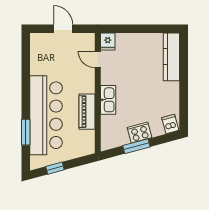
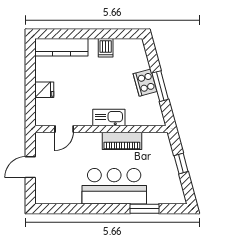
fridge: (108, 41) -> (44, 90), moved
bar counter: (46, 115) -> (114, 186), width x0.73
dishwasher: (170, 124) -> (106, 48), moved, turned -75
window: (55, 168) -> (181, 164), moved

